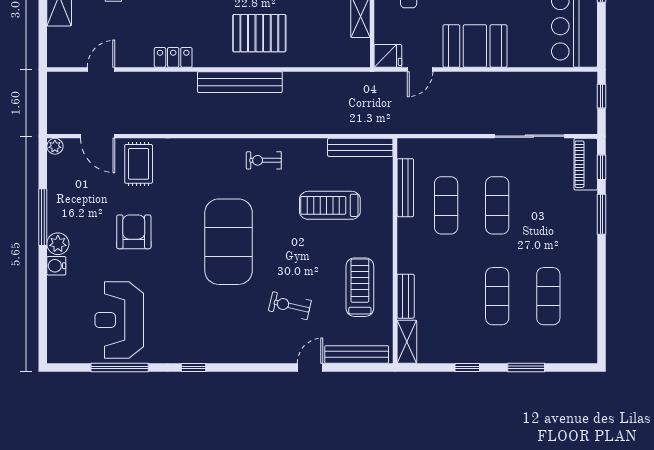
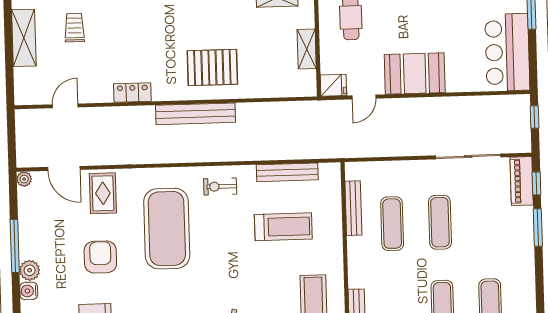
bench: (360, 147) -> (287, 172), moved
treadmill: (330, 205) -> (283, 227), turned 180
exercise mat: (229, 242) -> (167, 229), moved

